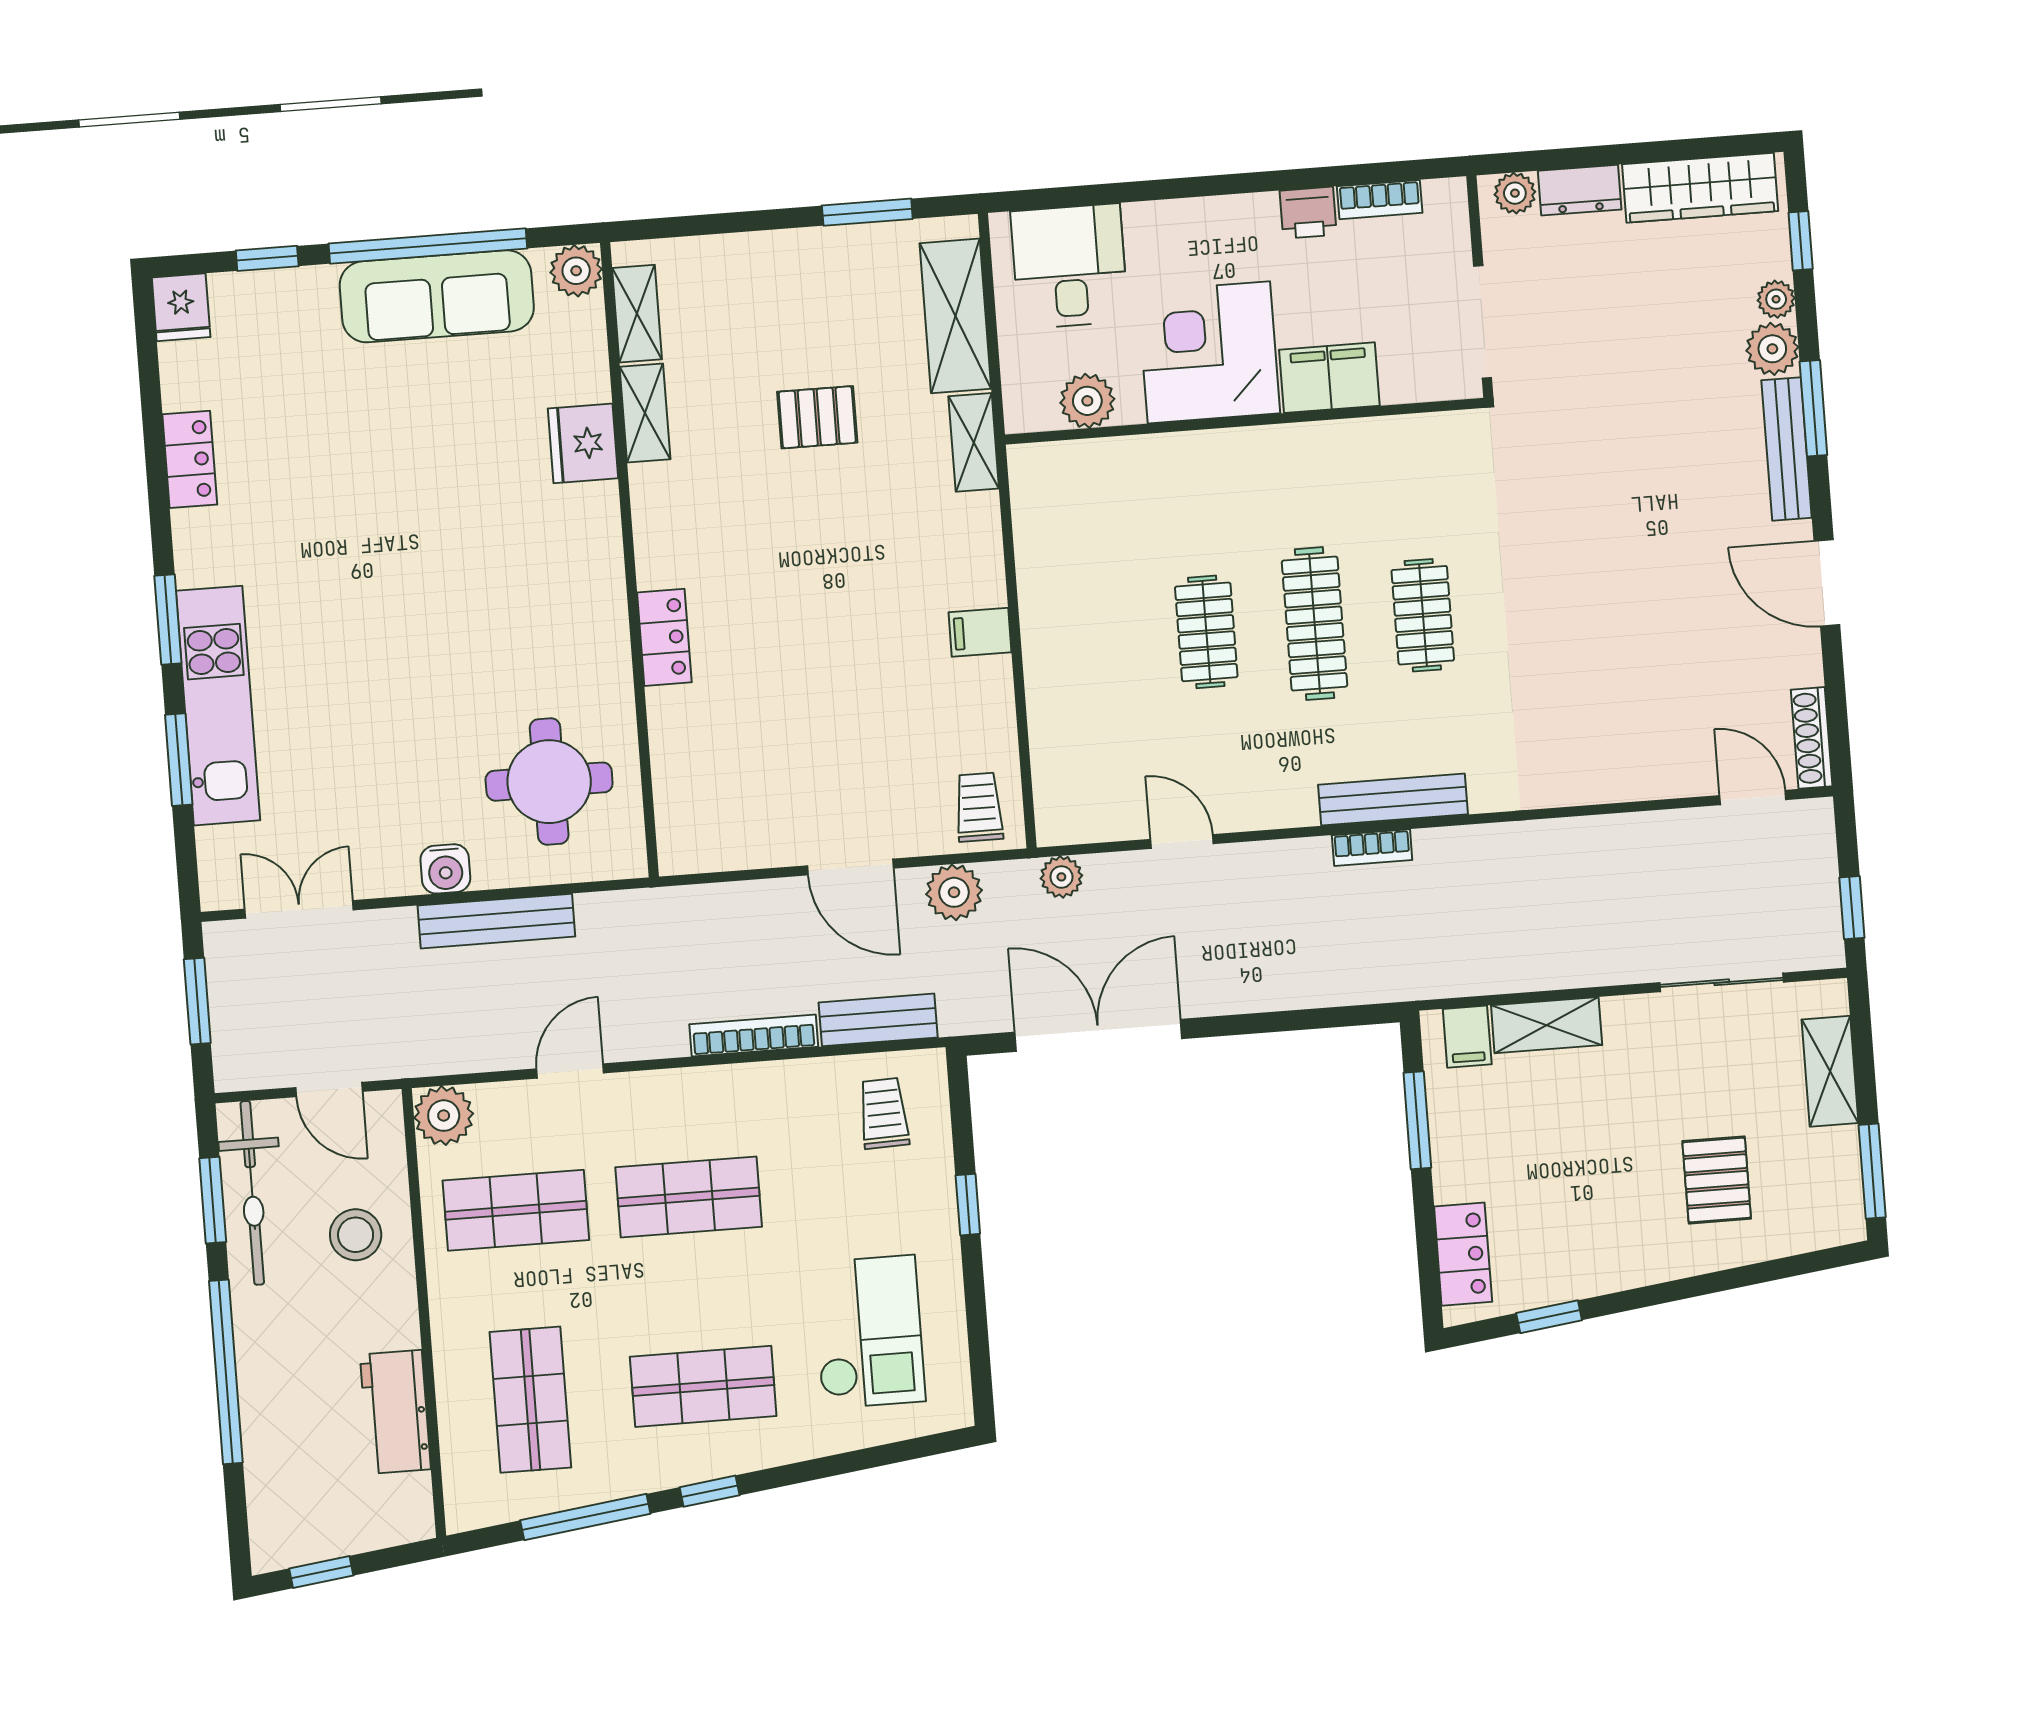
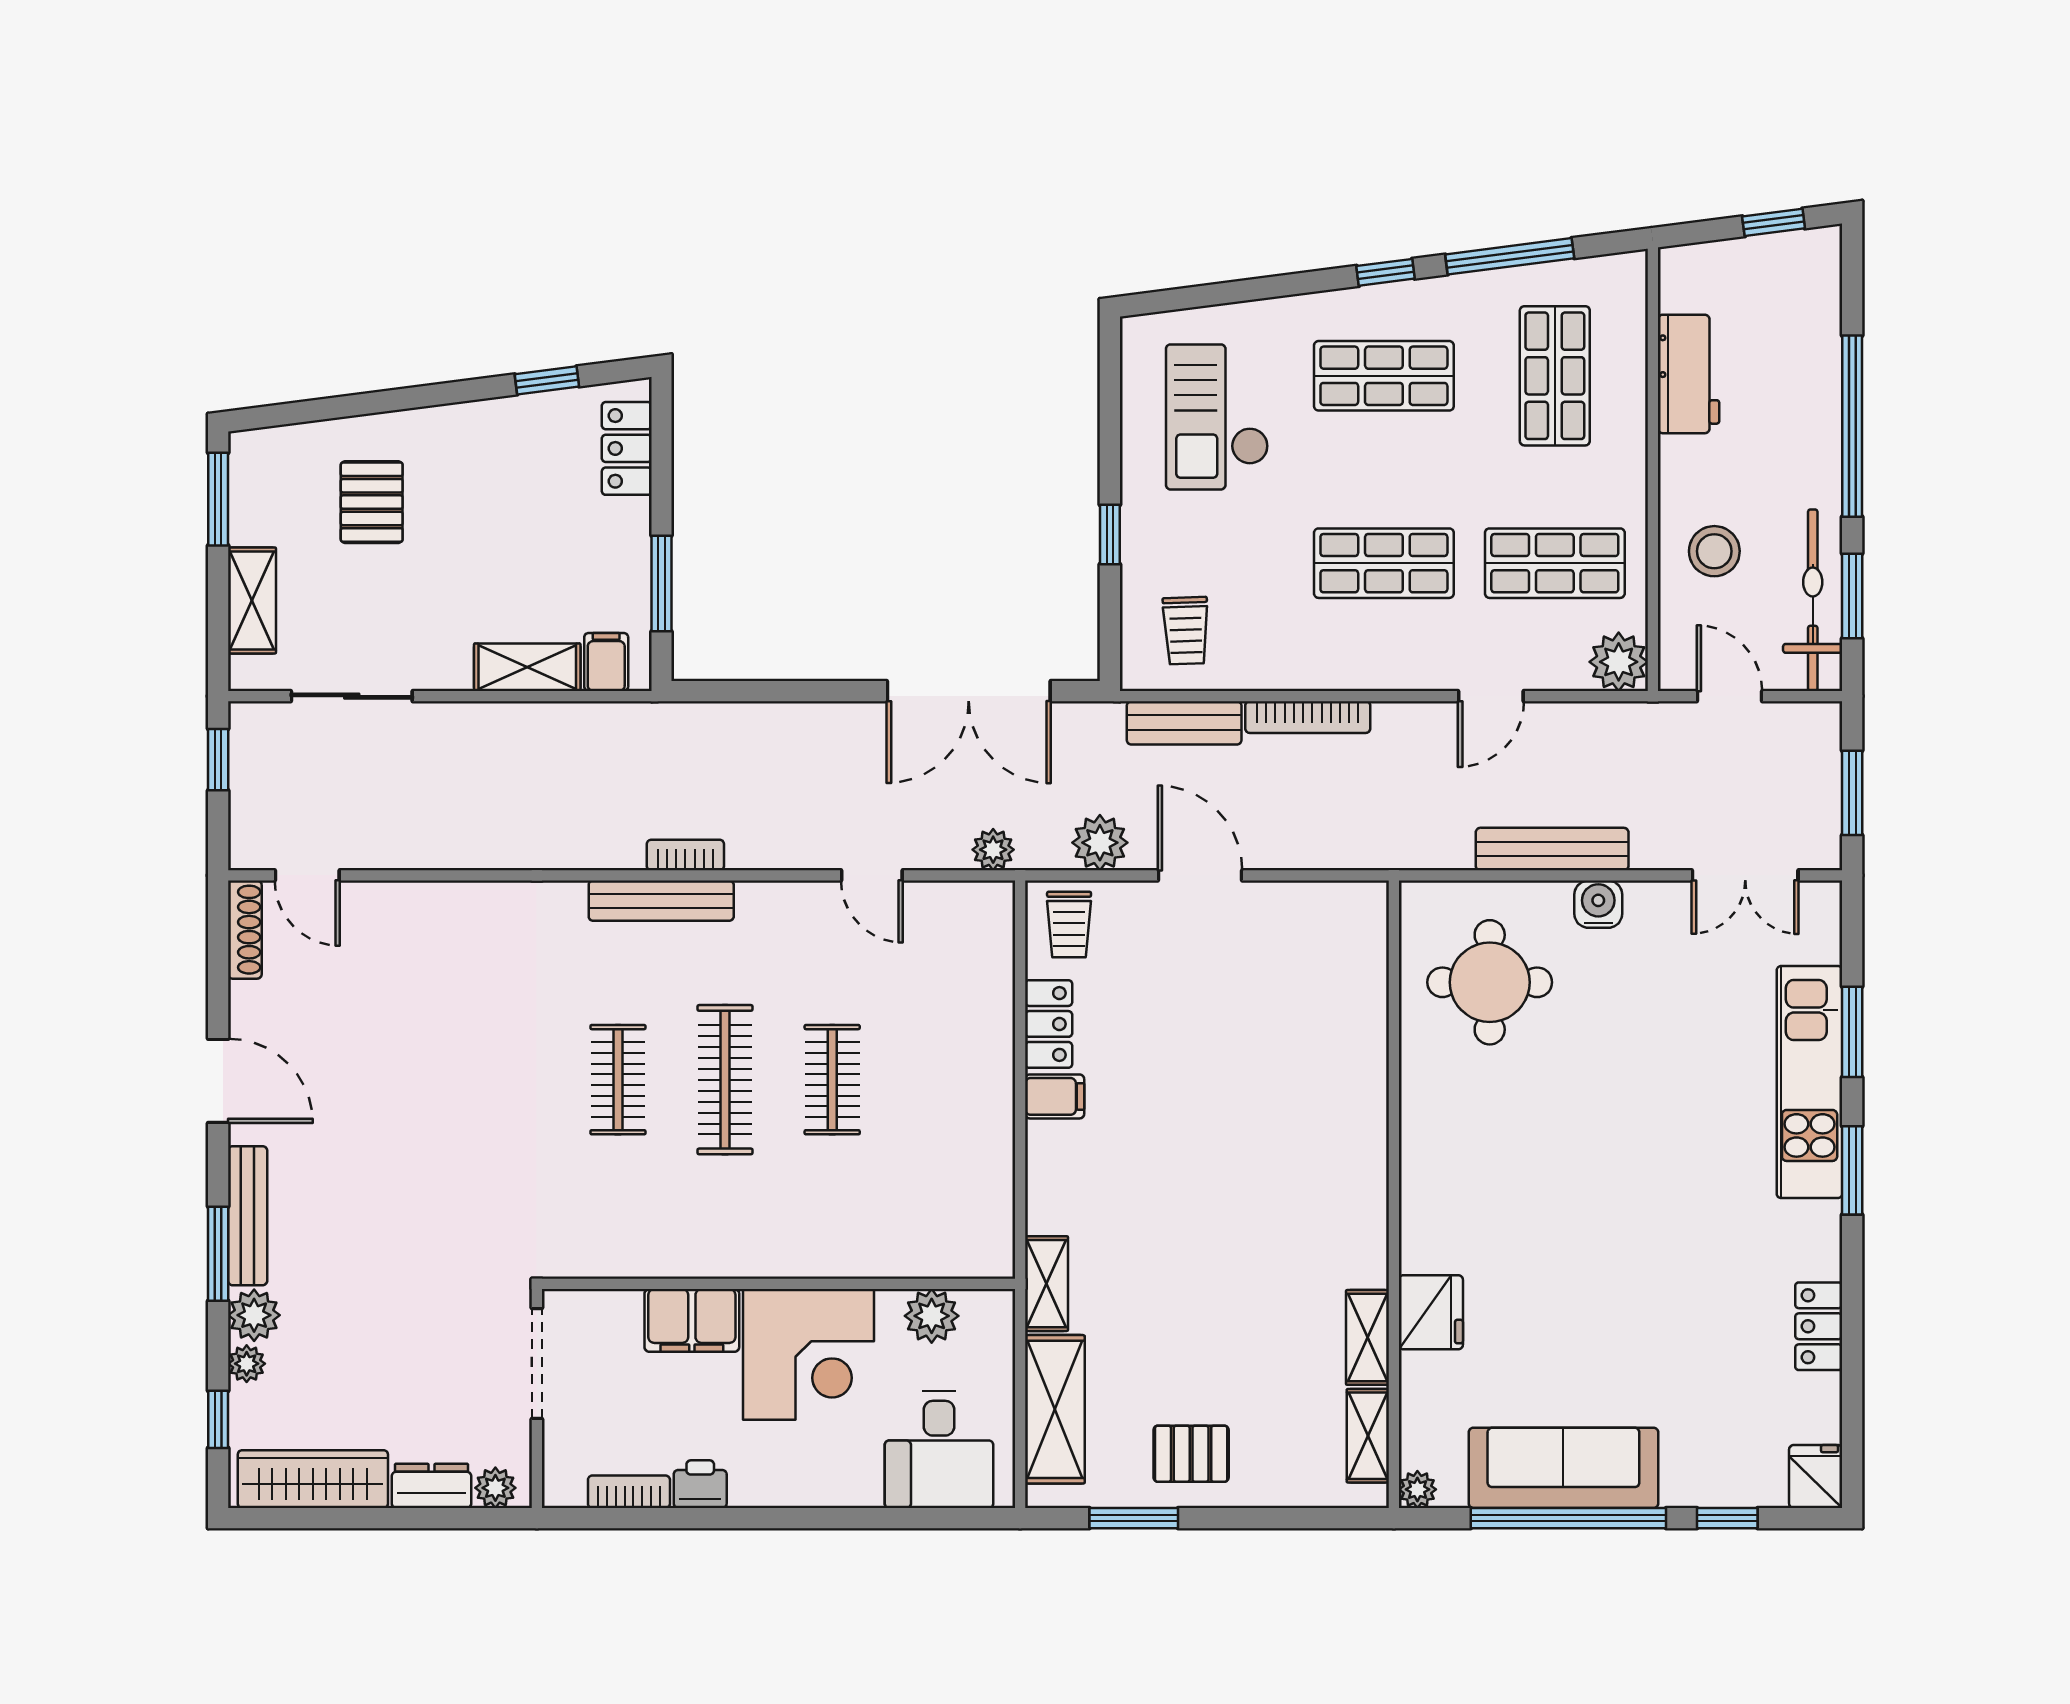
plant: (576, 271) -> (1417, 1489), width x0.73, depth x0.73
pallet: (817, 417) -> (1191, 1454), moved
locker: (664, 637) -> (1049, 1024), moved, turned 180

